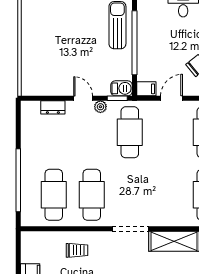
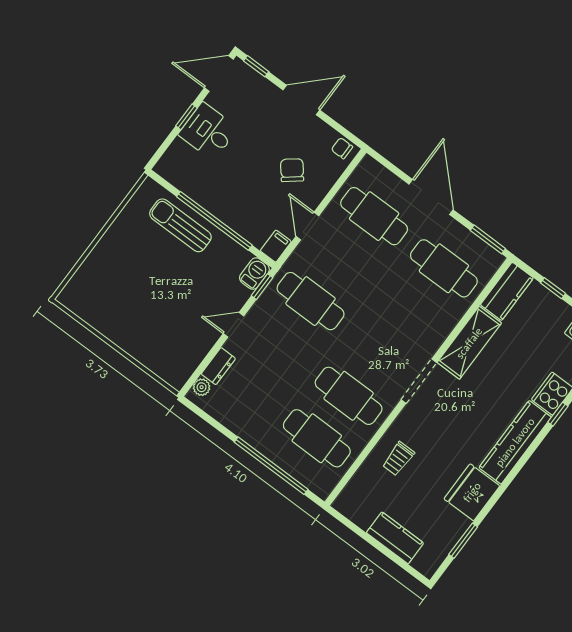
plant: (100, 107) -> (202, 387), moved
trolley: (77, 250) -> (398, 459), turned 180

